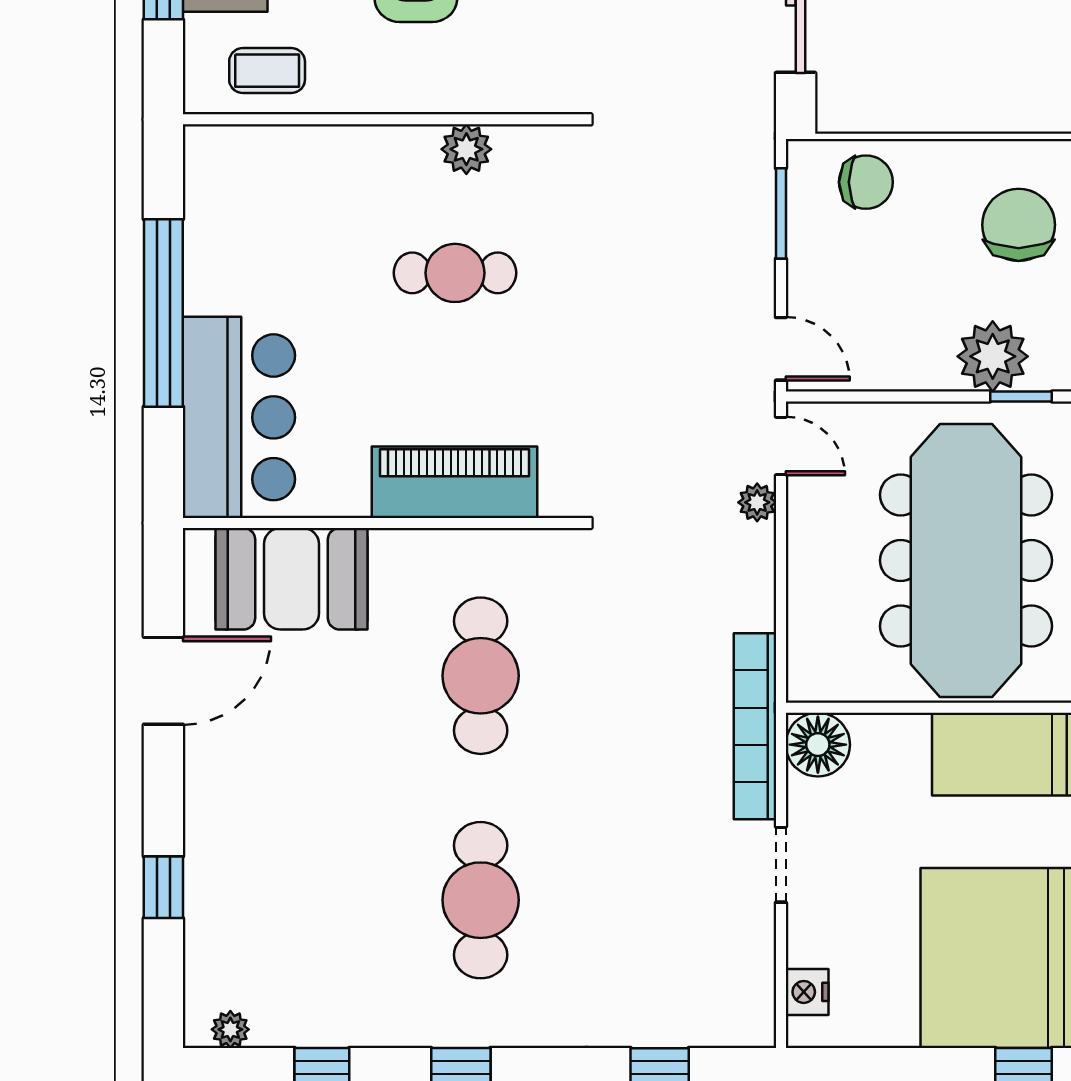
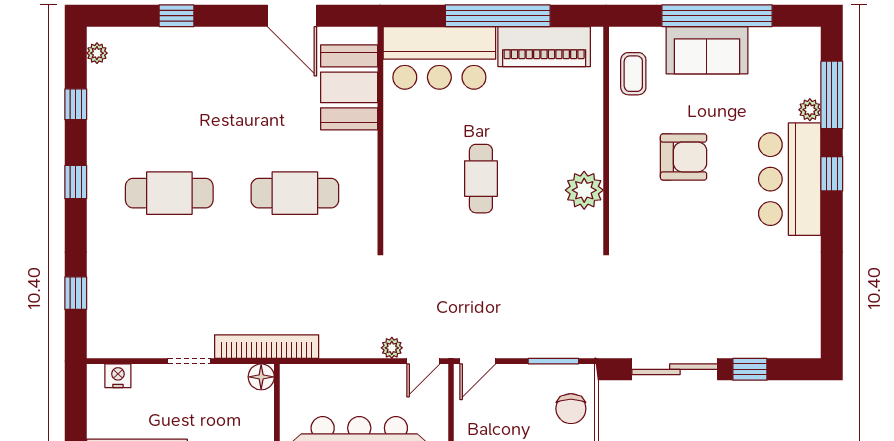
plant: (466, 149) -> (584, 190), width x1.36, depth x1.36
cafe table: (455, 273) -> (481, 179), moved
piano: (454, 482) -> (544, 47), moved, turned 90
floor lamp: (818, 745) -> (261, 377), width x0.73, depth x0.73

